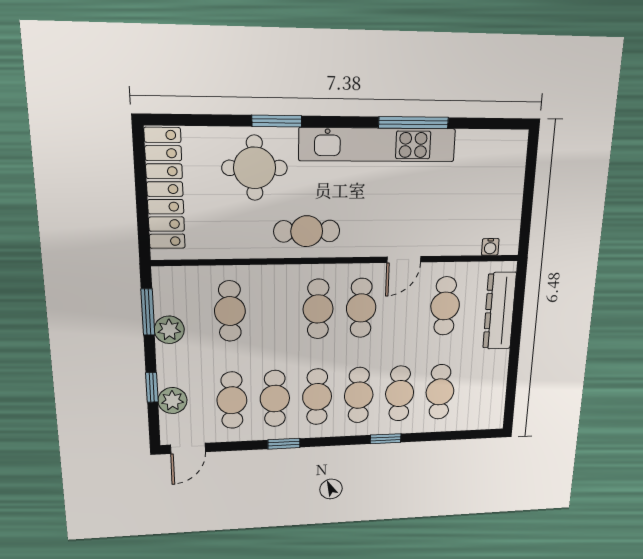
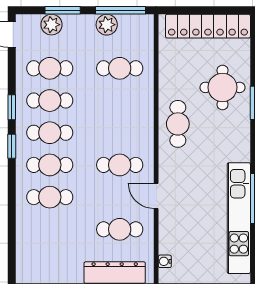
kitchen unit: (378, 145) -> (239, 218), moved
cafe table: (318, 309) -> (120, 133), removed
window: (148, 312) -> (120, 10), width x1.44
window: (152, 387) -> (63, 10), width x1.50
cafe table: (440, 392) -> (50, 229), removed
window: (386, 439) -> (12, 146), moved

